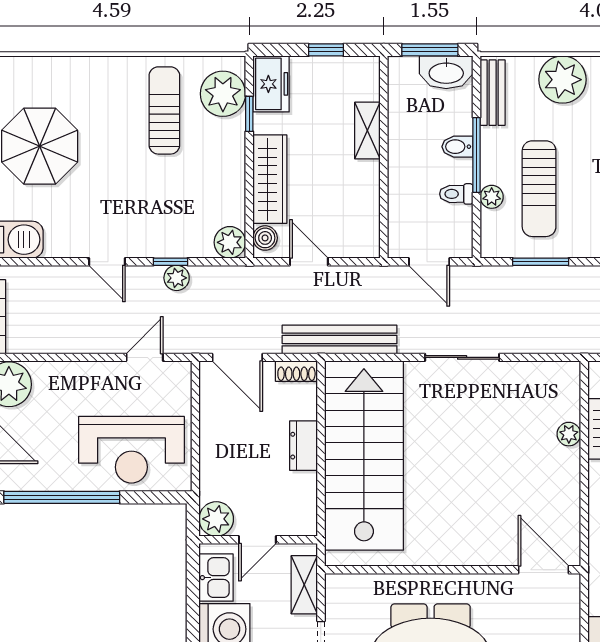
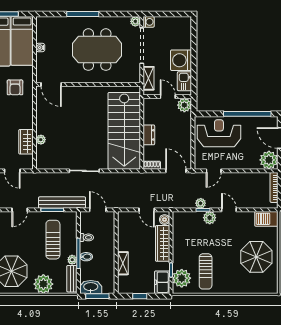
plant: (492, 197) -> (72, 260), moved
plant: (230, 242) -> (210, 218), moved
bench: (339, 340) -> (62, 203), moved
door: (257, 540) -> (168, 97), hinge flipped

